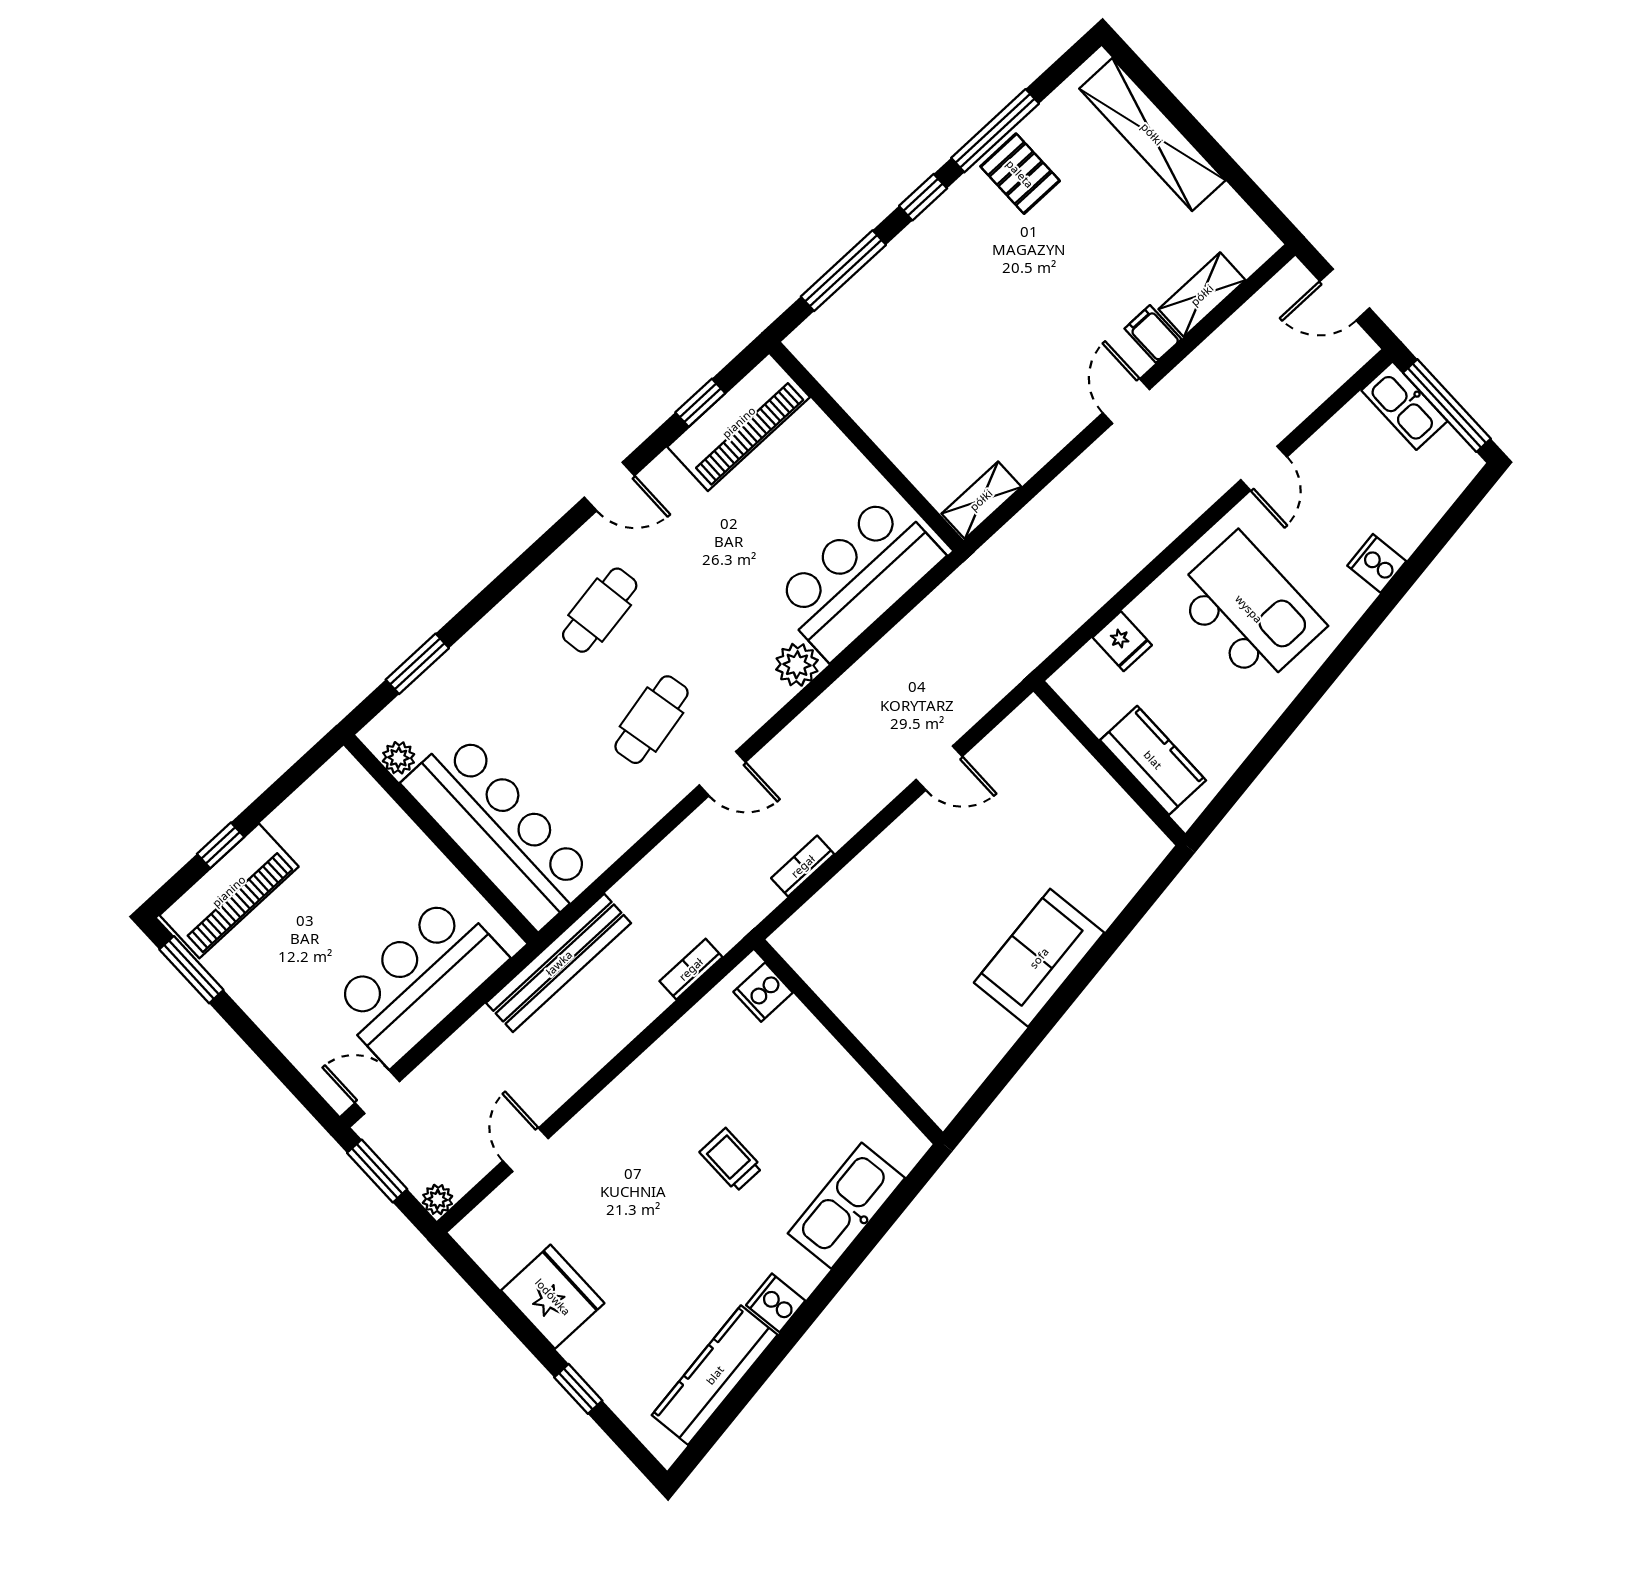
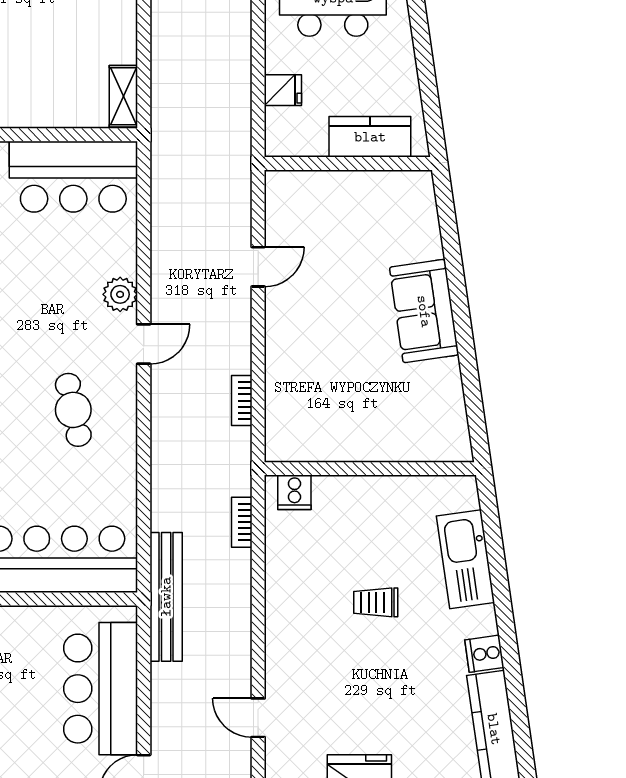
bar counter: (858, 577) -> (73, 177), moved, turned -90
door: (722, 774) -> (144, 344), moved

